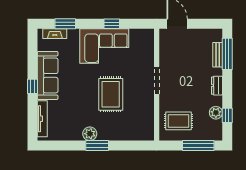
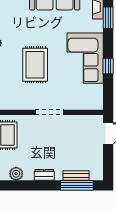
rug: (111, 94) -> (35, 65), turned 90
window: (227, 115) -> (13, 185), removed

